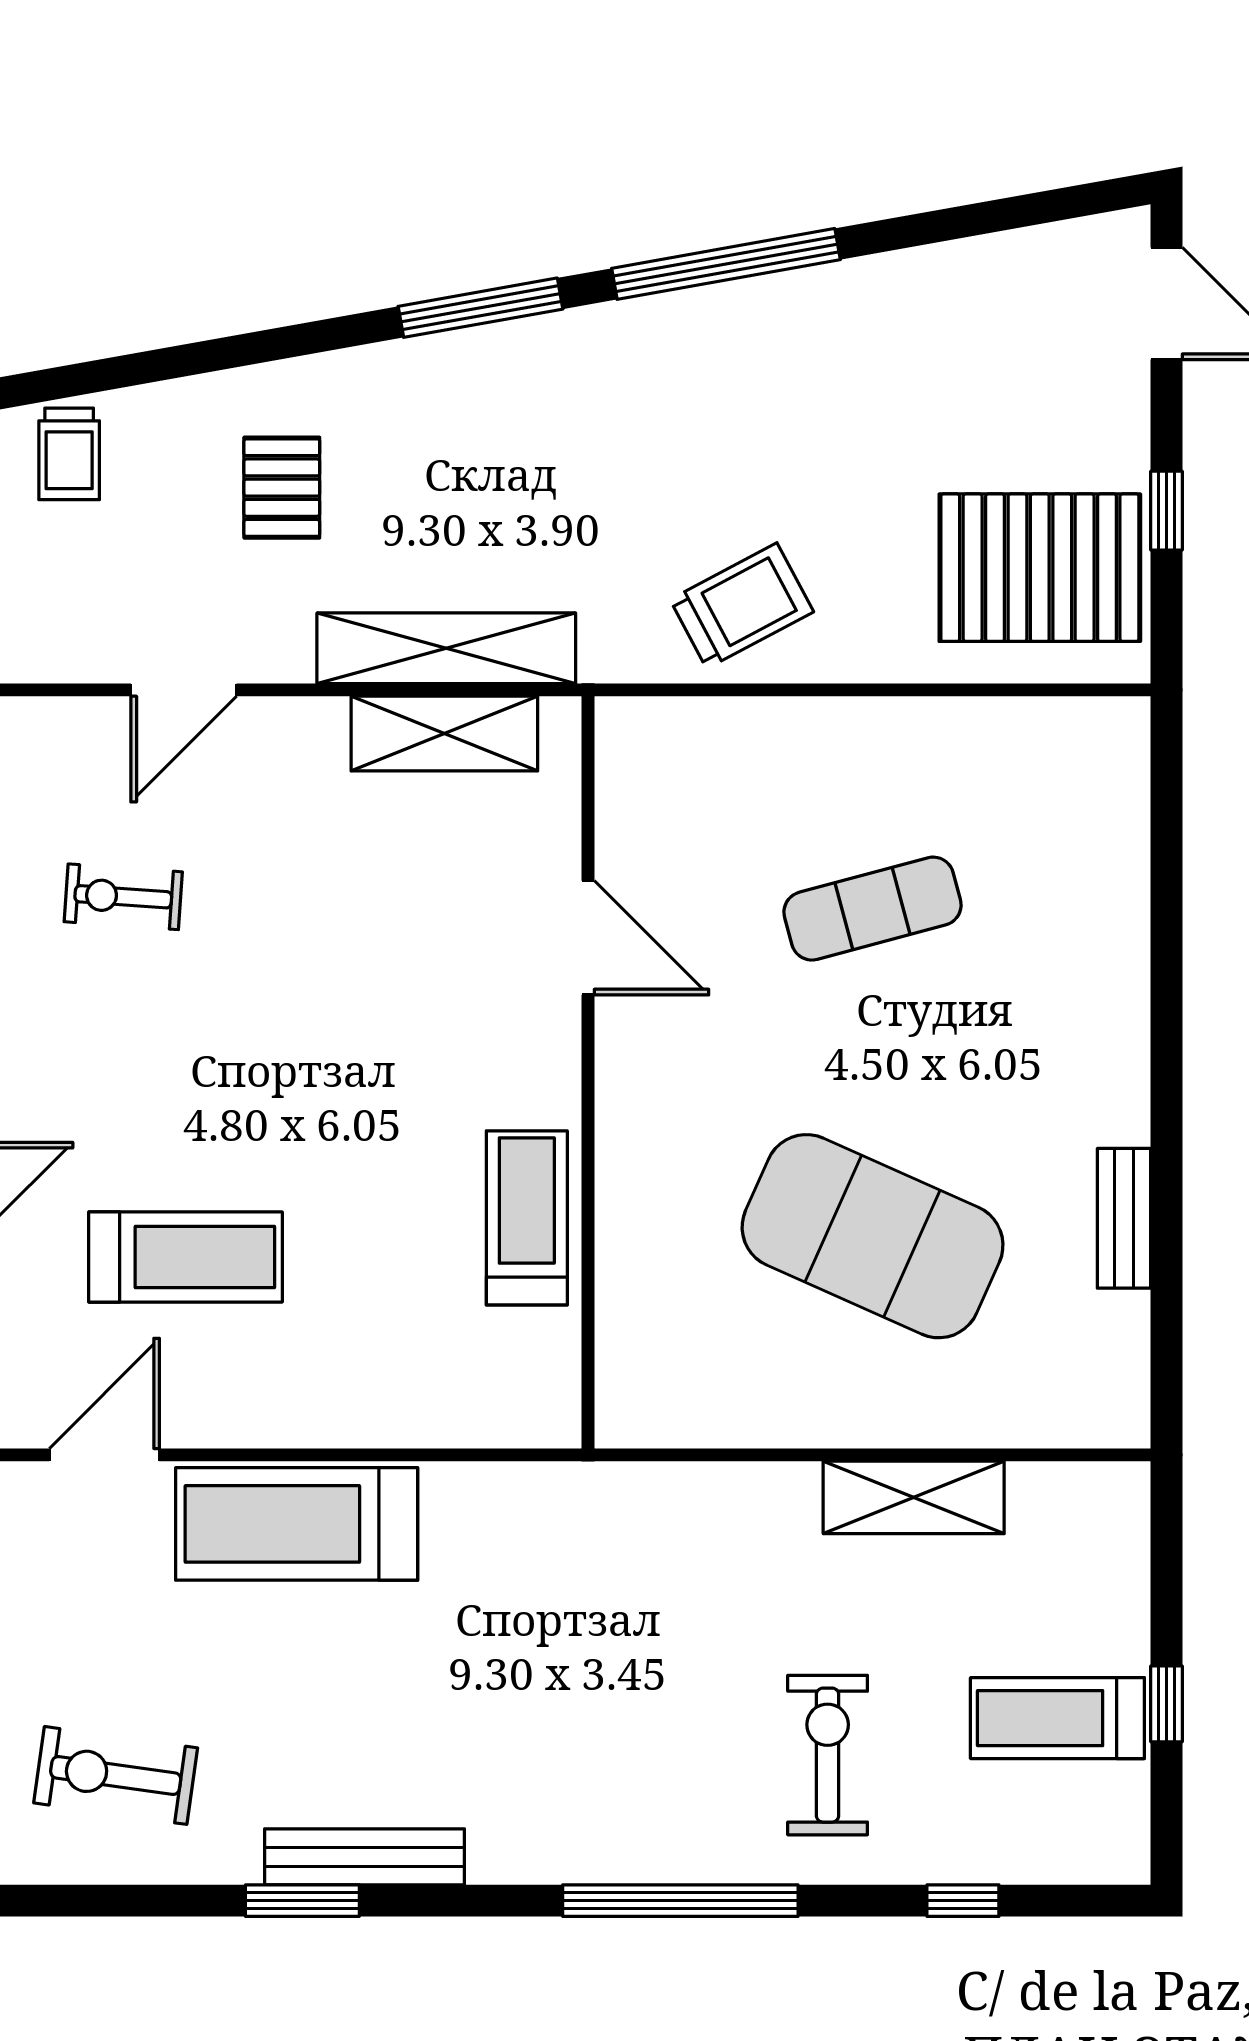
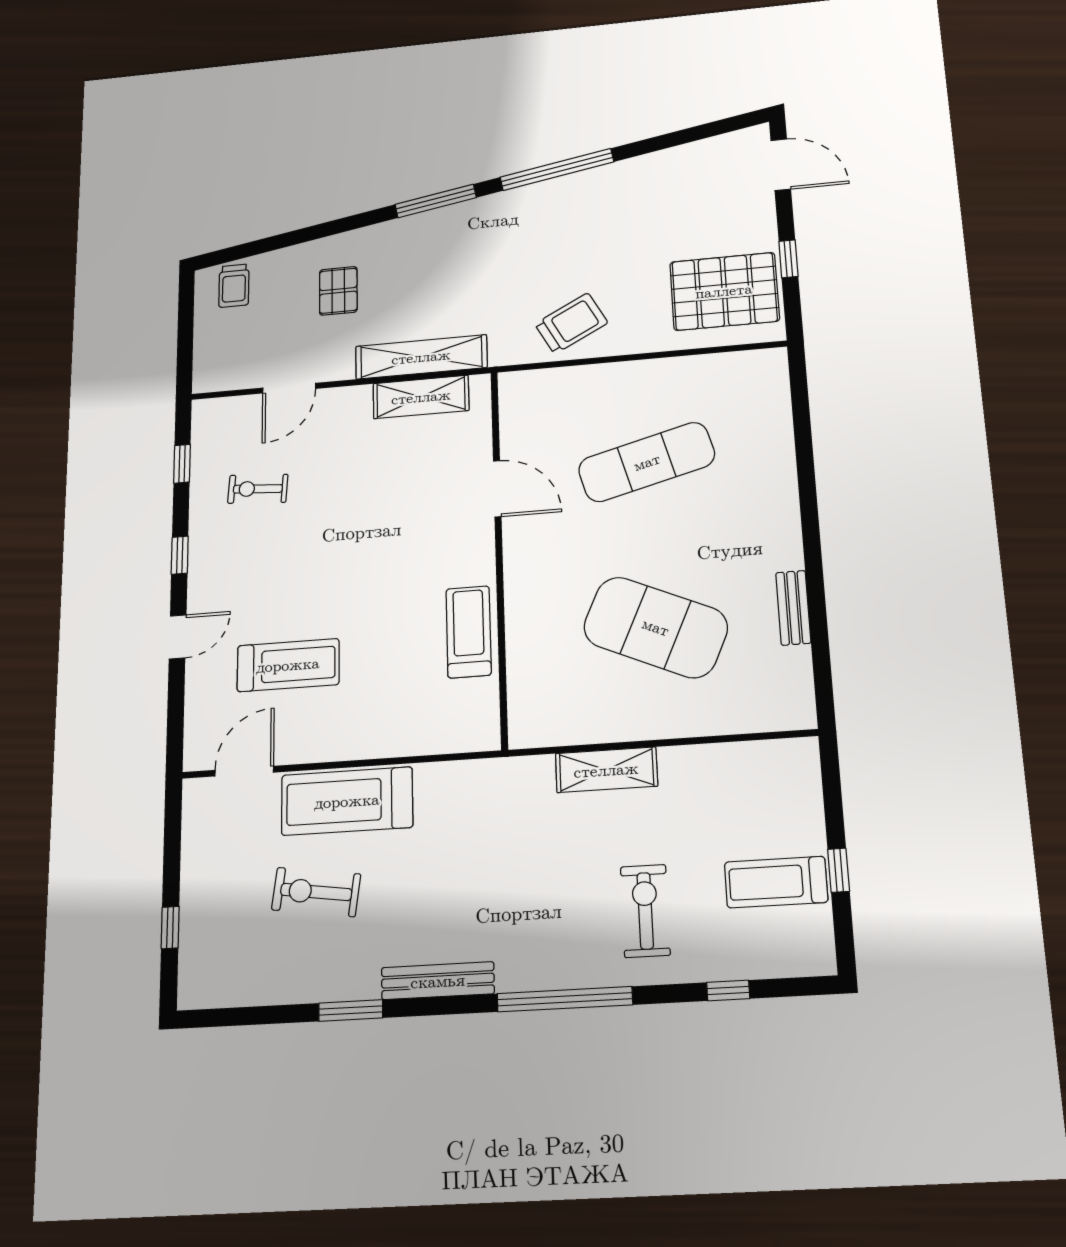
exercise mat: (873, 909) -> (647, 462), width x1.36, depth x1.45
shelving: (914, 1497) -> (606, 770), moved
exercise bike: (116, 1775) -> (316, 892), moved
bench: (364, 1857) -> (438, 981), moved

